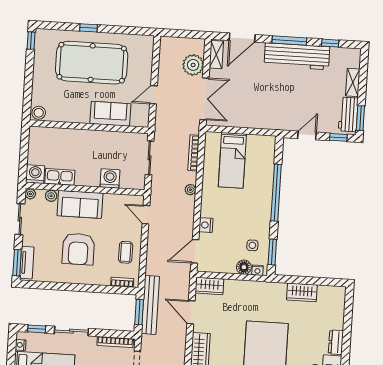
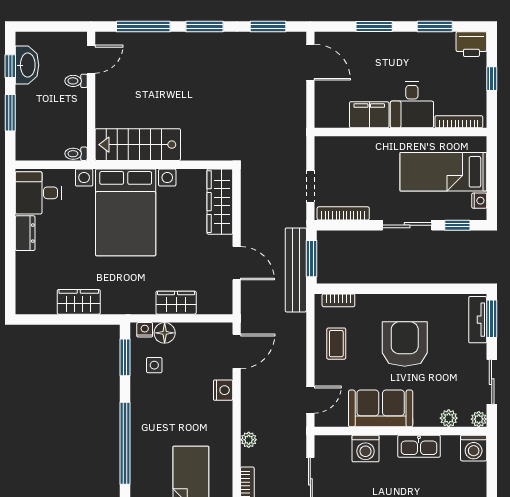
kitchen sink: (60, 177) -> (419, 446), moved
sofa: (80, 204) -> (381, 408), moved
door: (146, 215) -> (310, 400), hinge flipped
wardrobe: (209, 286) -> (176, 303), moved

